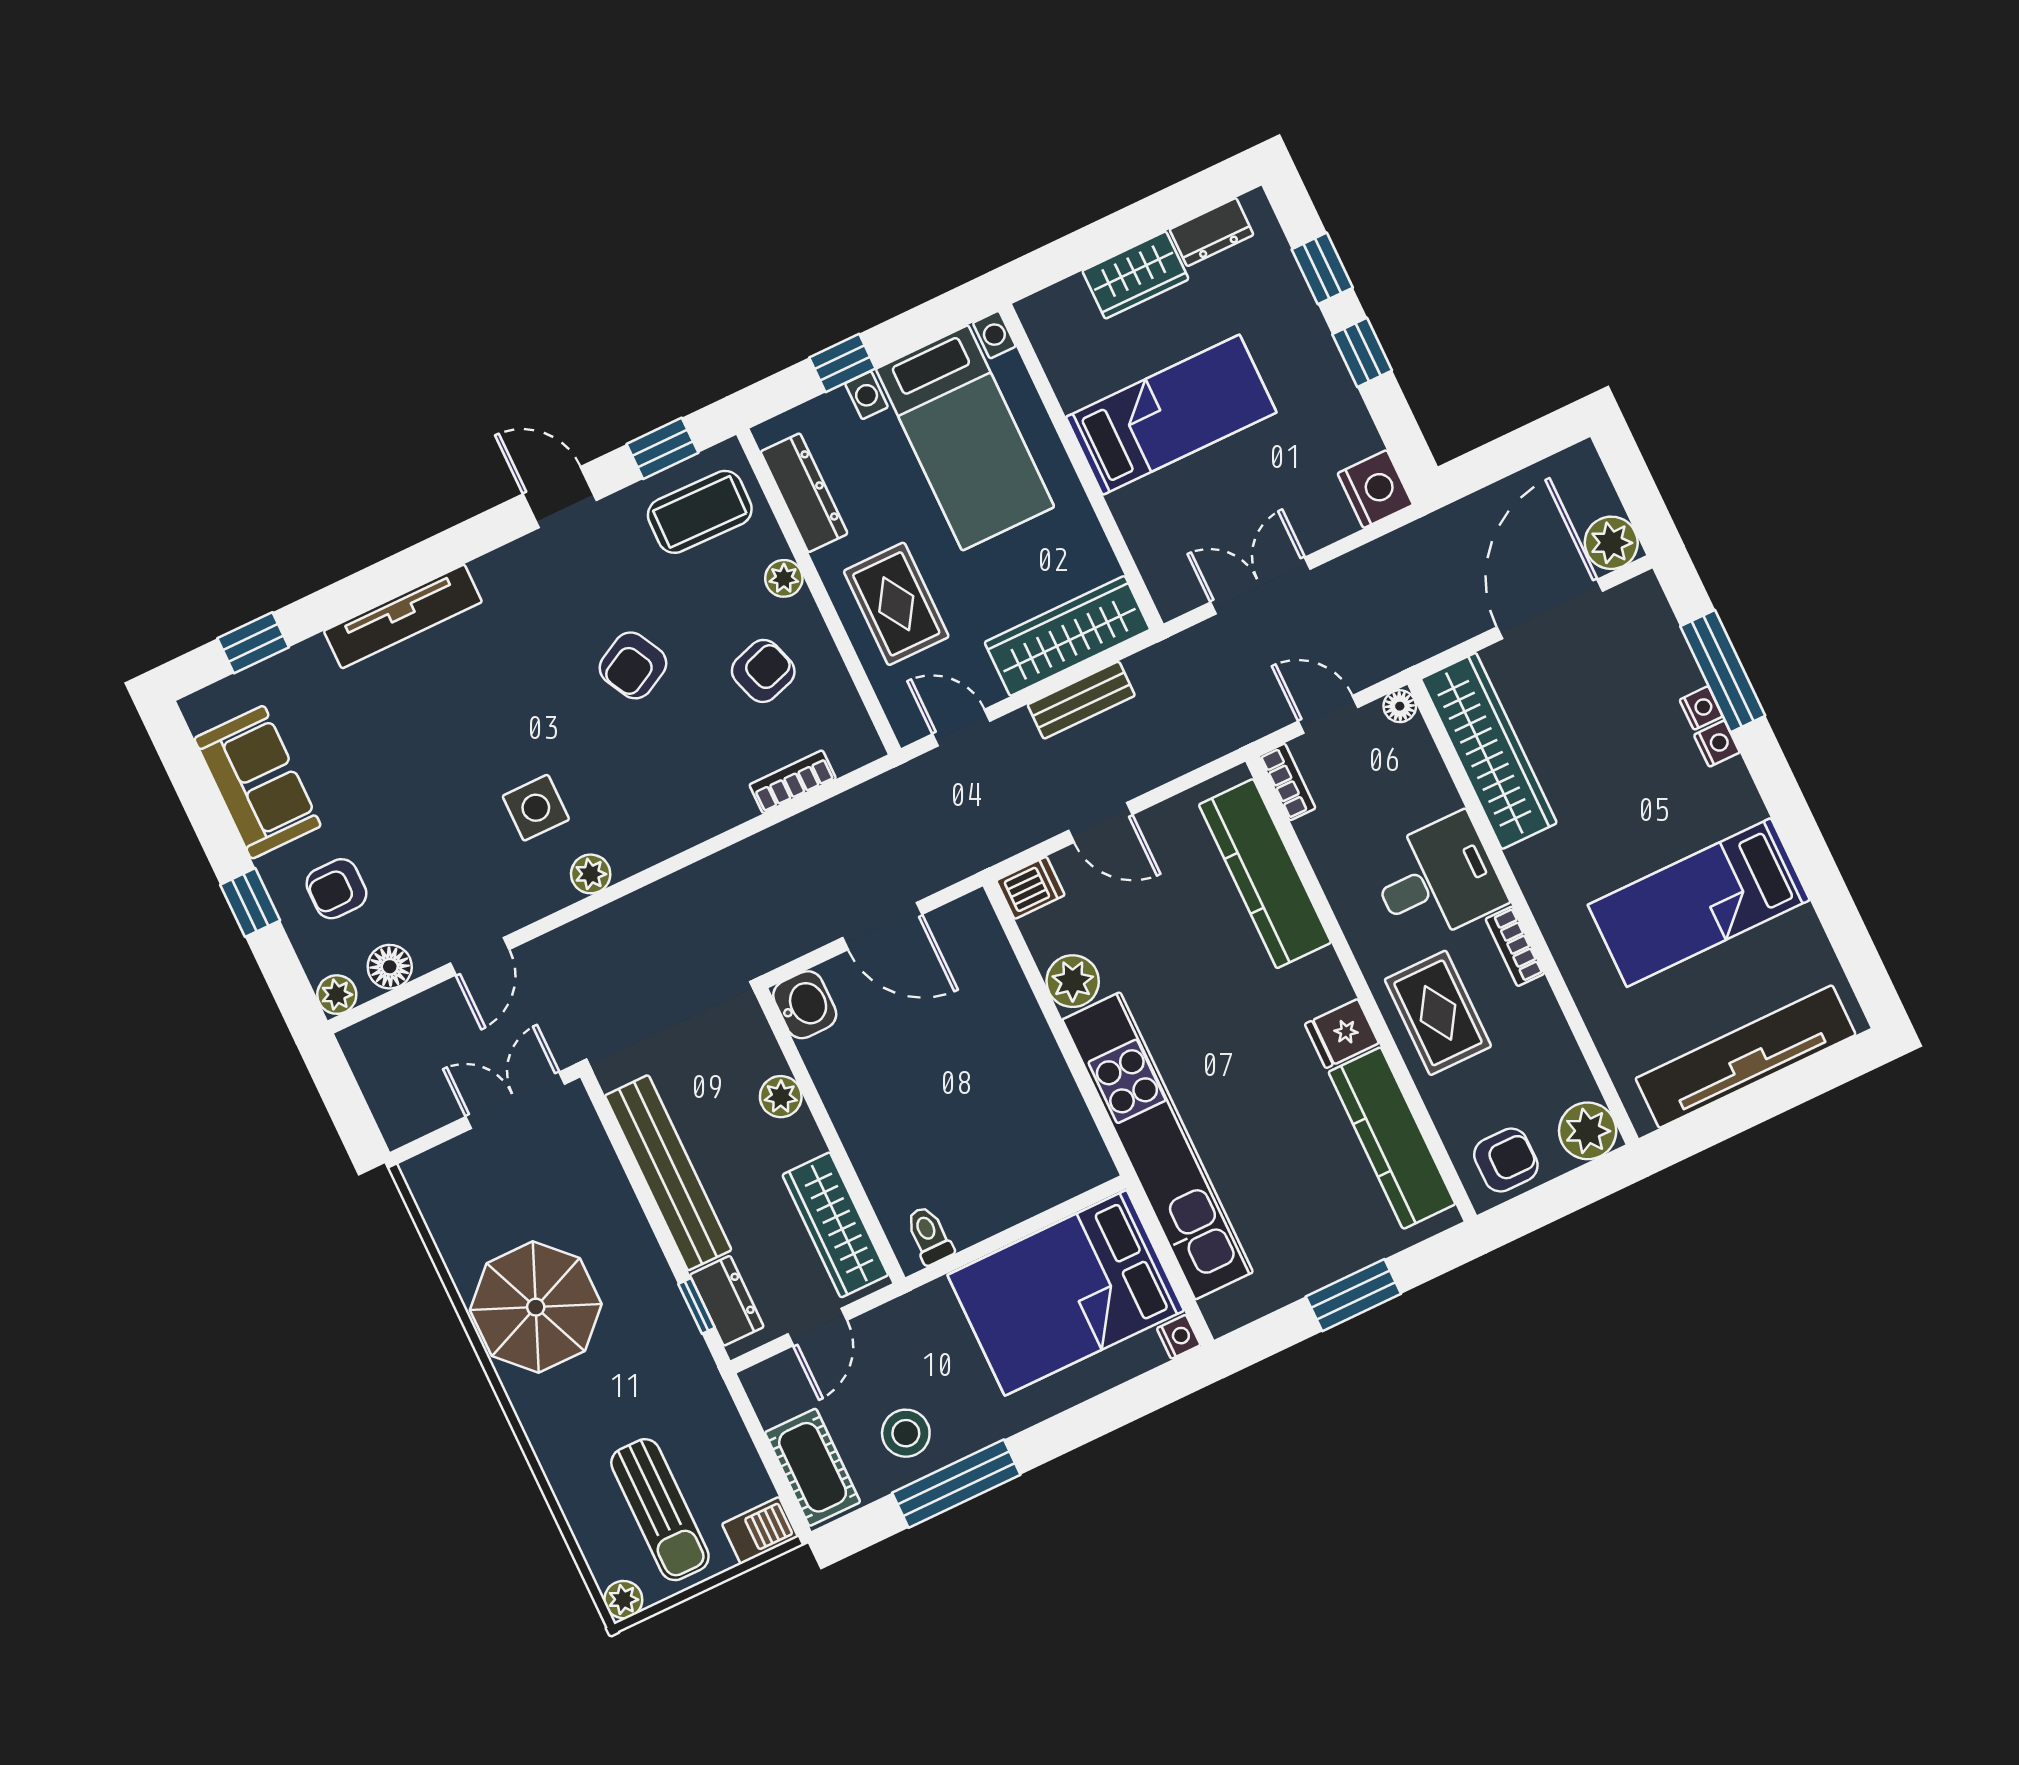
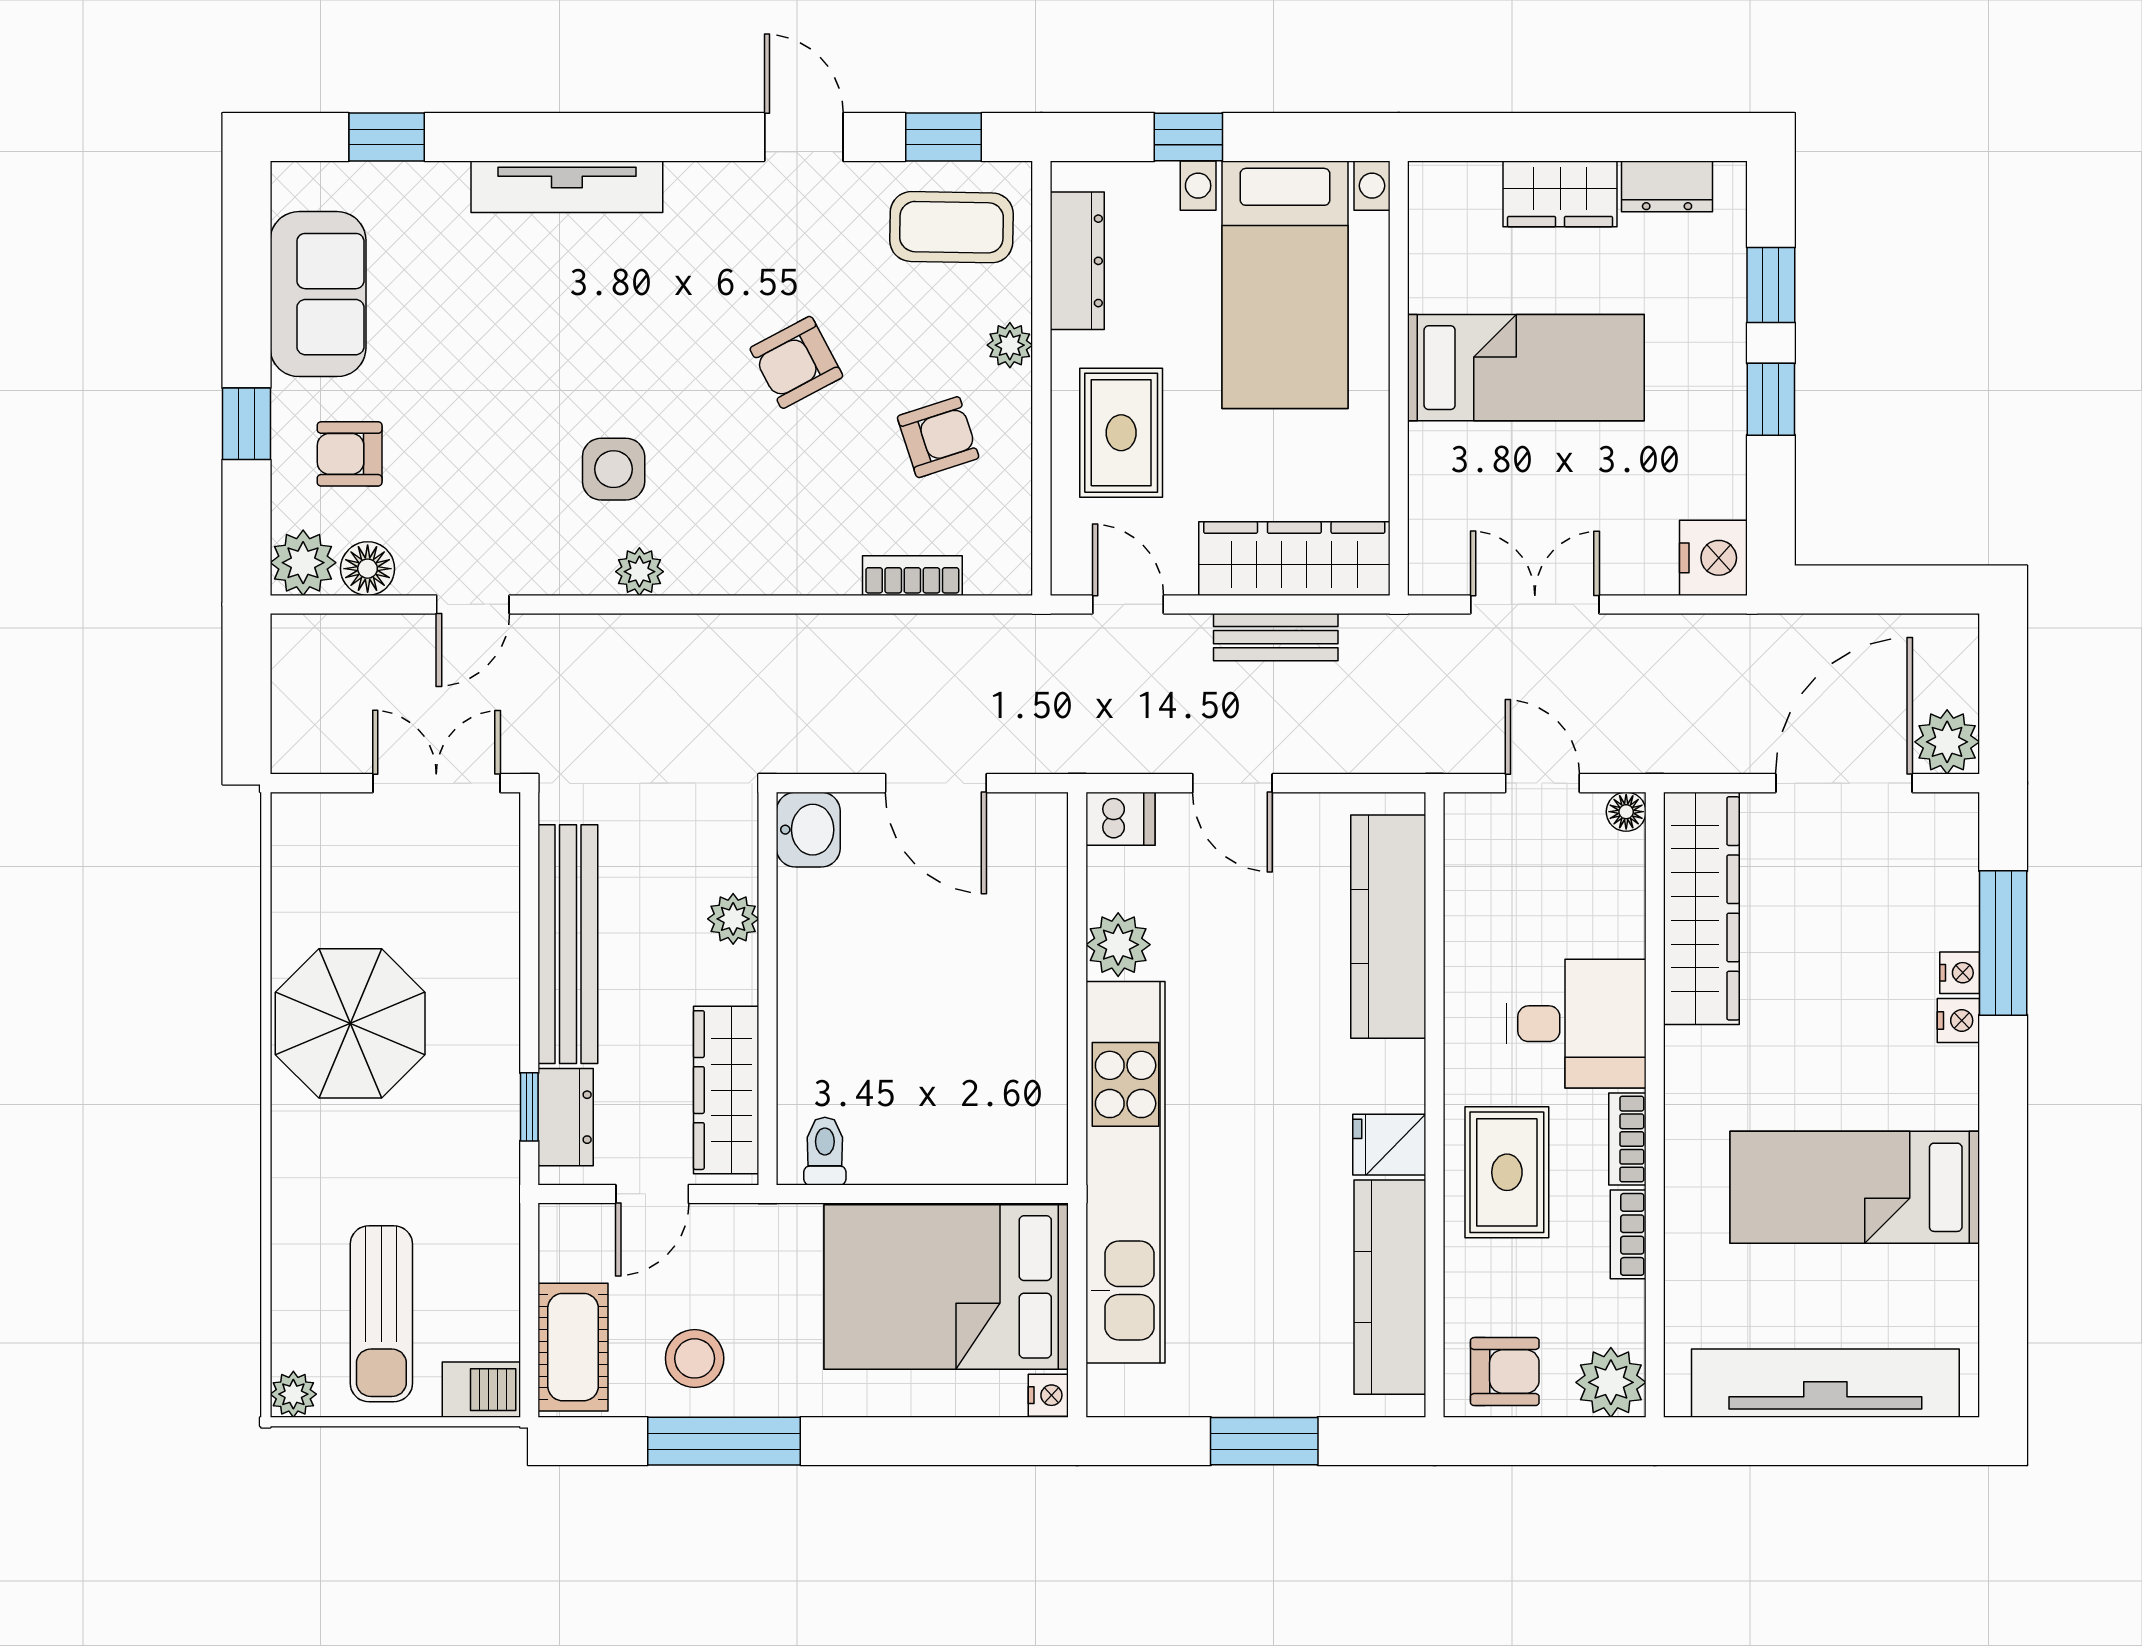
bookcase: (1287, 782) -> (1628, 1234), moved, turned 180
plant: (337, 995) -> (303, 563), width x1.38, depth x1.38

